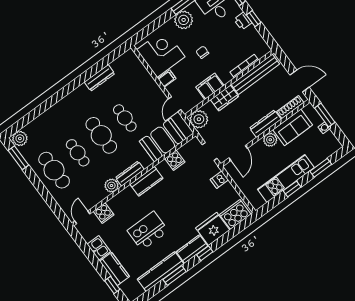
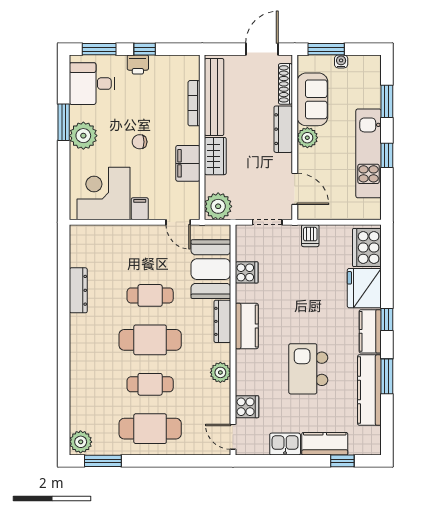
dresser: (130, 174) -> (222, 321), moved

